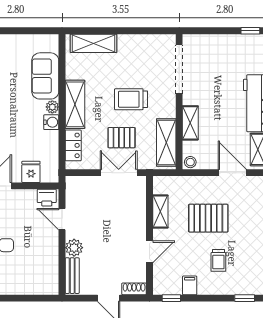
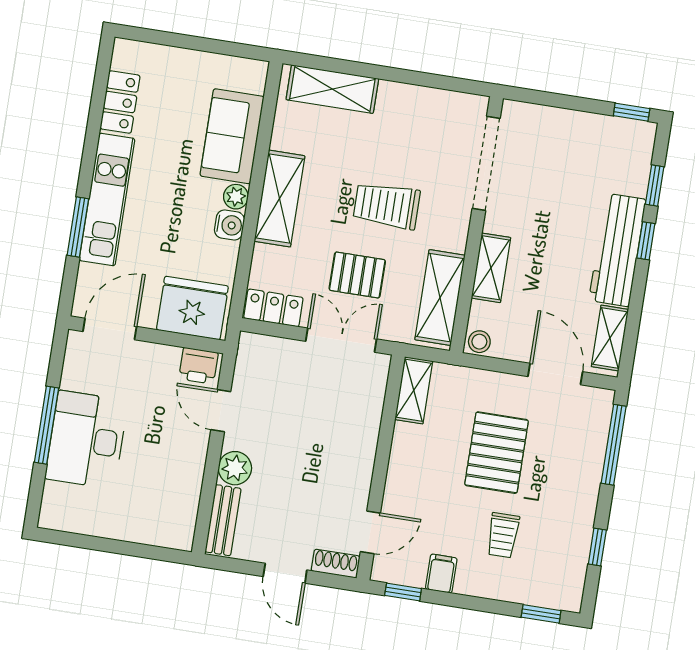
locker: (73, 145) -> (273, 308), moved, turned -90
fridge: (31, 172) -> (192, 308), width x1.88, depth x1.34
shelving: (160, 212) -> (414, 390), moved
pallet: (208, 218) -> (497, 453), turned 90
door: (149, 252) -> (370, 532), moved

